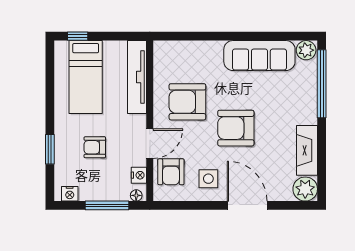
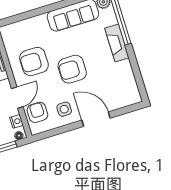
fireplace: (307, 150) -> (117, 43), moved
armchair: (171, 172) -> (37, 112), turned 180
plant: (305, 189) -> (132, 96), removed

